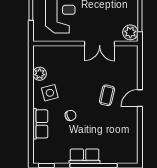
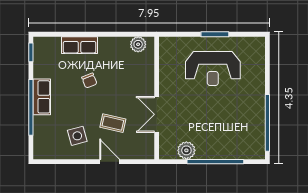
wall: (85, 44) -> (157, 98), moved
double door: (100, 44) -> (157, 114), moved
side table: (50, 93) -> (77, 136), moved

